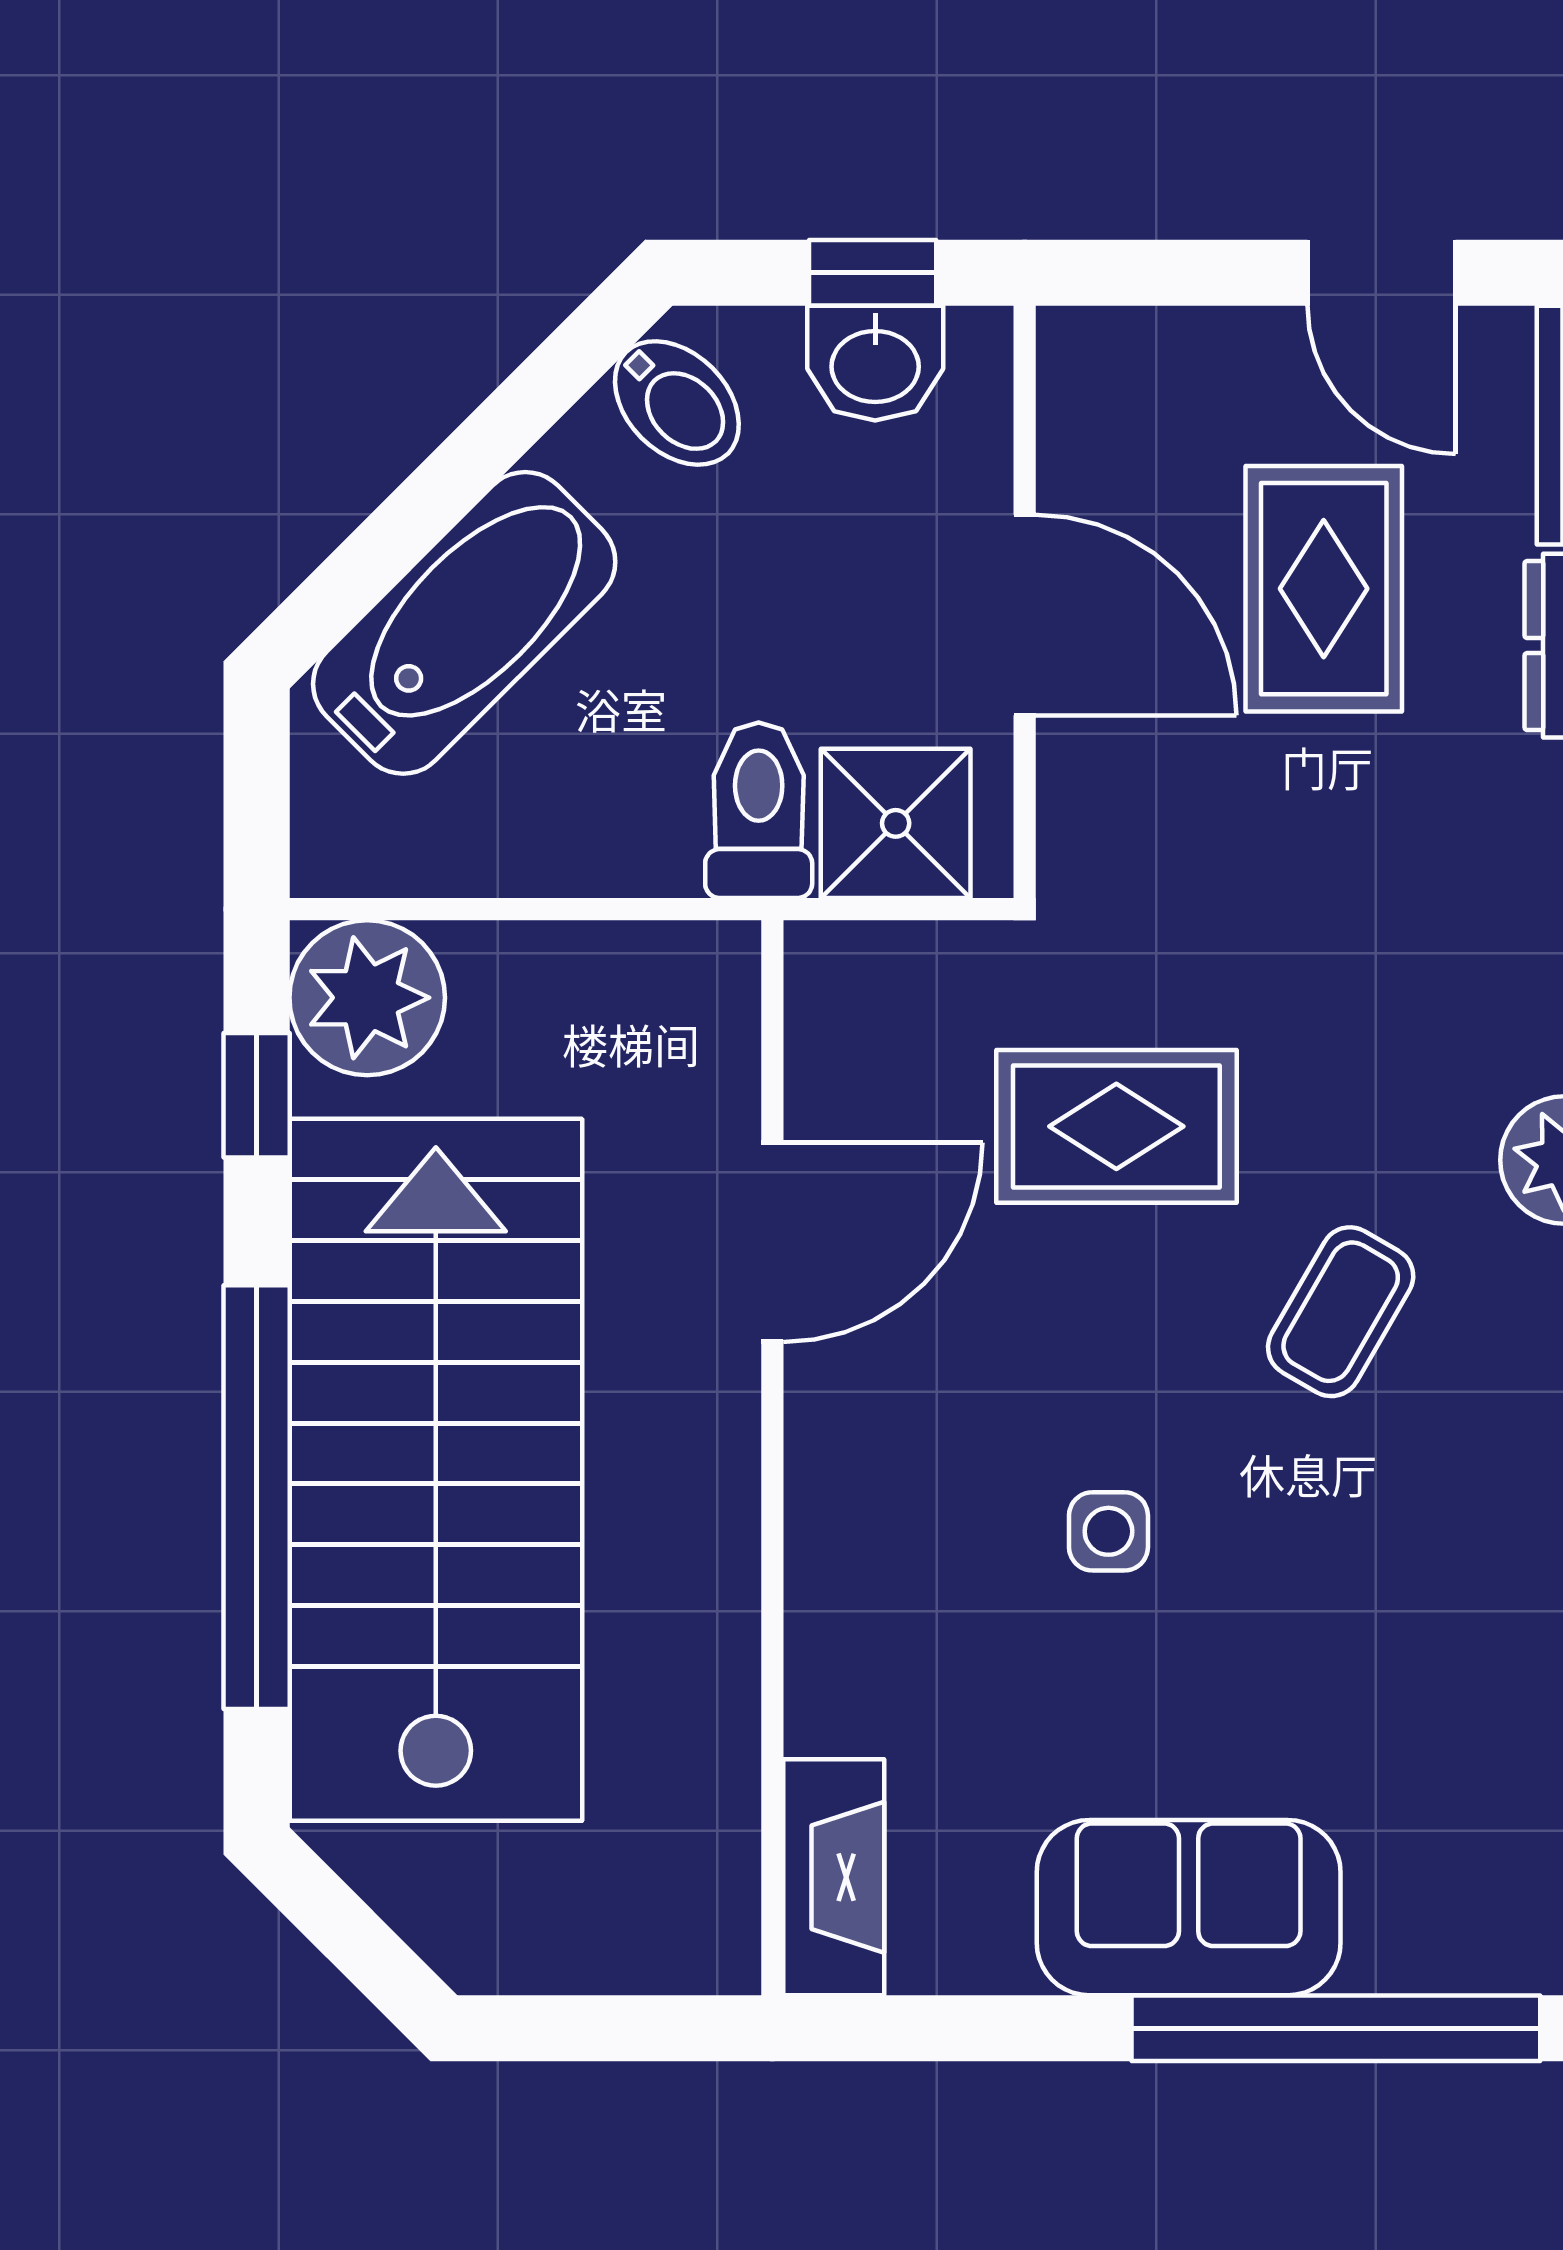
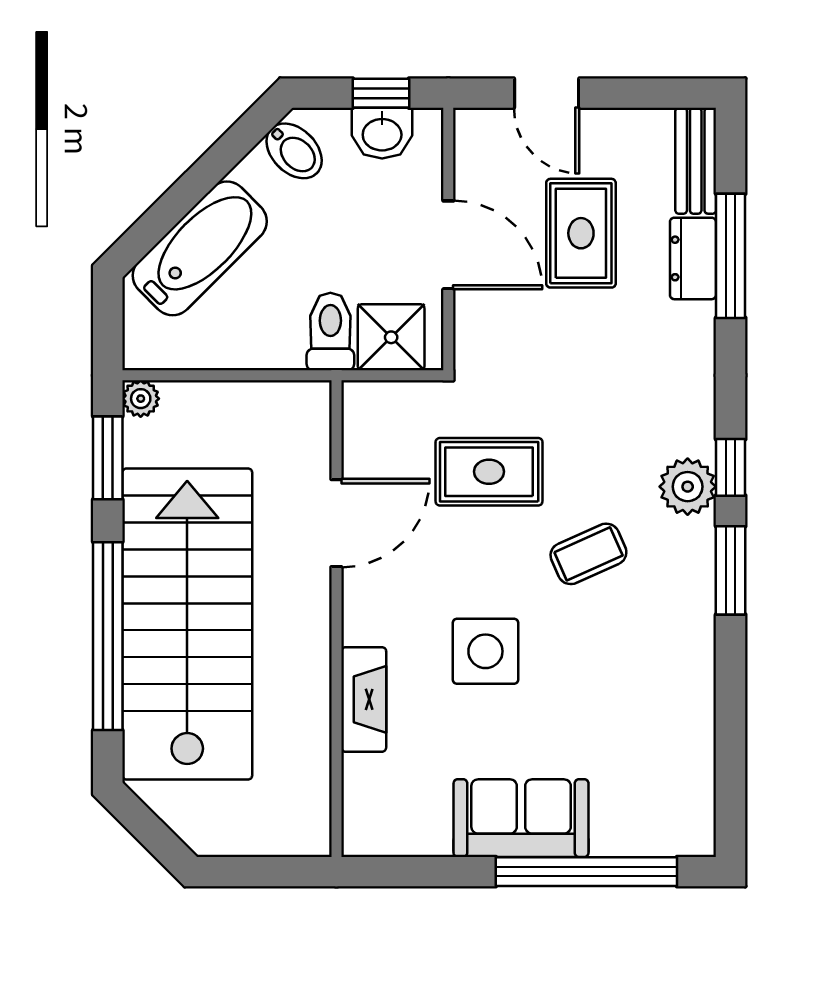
door: (1381, 273) -> (547, 93), moved
plant: (367, 998) -> (141, 399), width x0.53, depth x0.53
window: (257, 1095) -> (108, 458), width x1.50
coffee table: (1341, 1312) -> (588, 554), turned 36
side table: (1108, 1531) -> (485, 651), width x1.87, depth x1.87
fireplace: (834, 1877) -> (364, 699), moved

